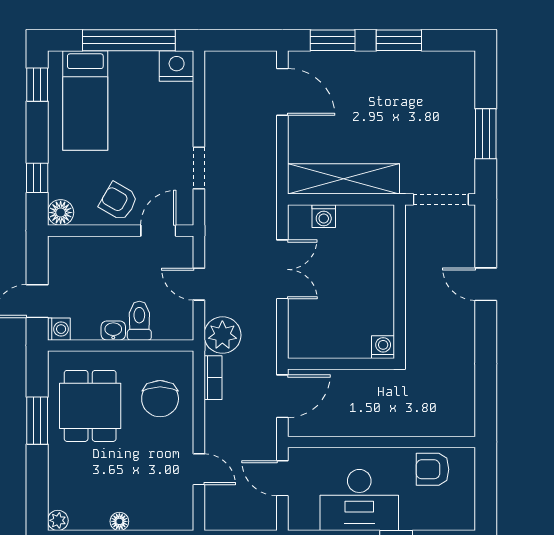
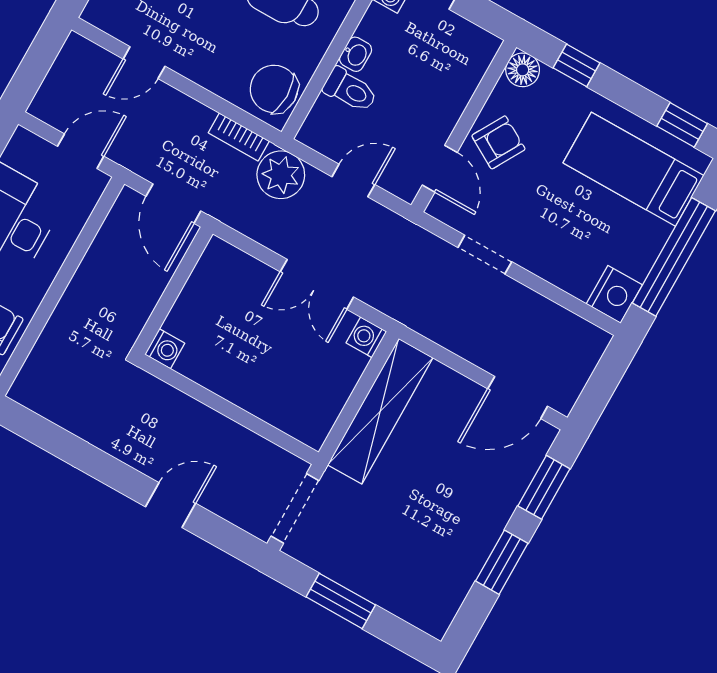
washing machine: (324, 216) -> (366, 337), moved
chair: (160, 399) -> (274, 89), moved

